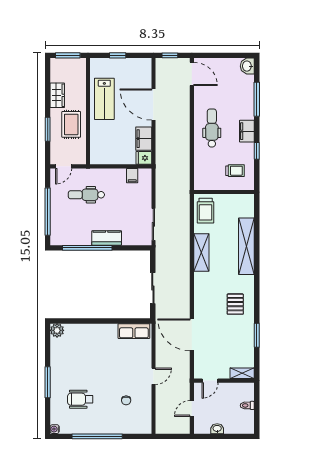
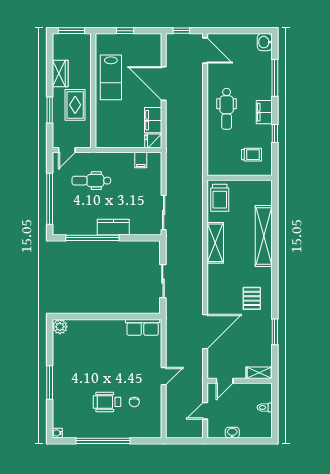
dental chair: (212, 128) -> (227, 109), turned 180
door: (192, 335) -> (205, 332), swing flipped
wheelchair: (80, 399) -> (107, 402), moved

